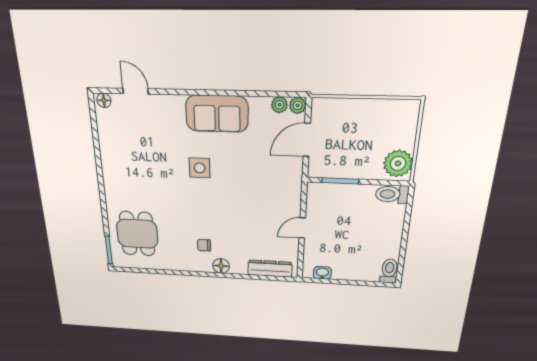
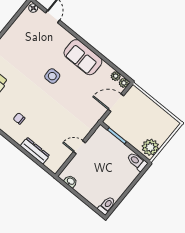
floor lamp: (221, 266) -> (18, 137), removed
dresser: (270, 269) -> (35, 151), moved

